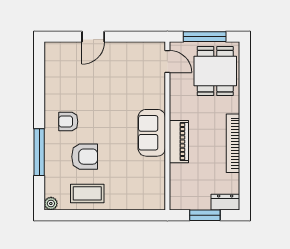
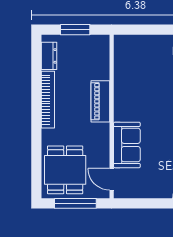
sofa: (152, 133) -> (127, 145), moved
dresser: (225, 202) -> (49, 56), moved, turned -90

